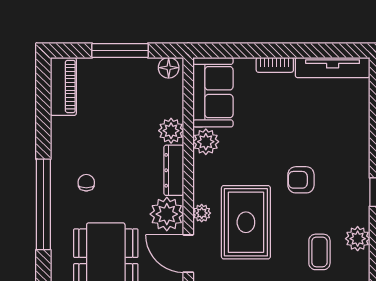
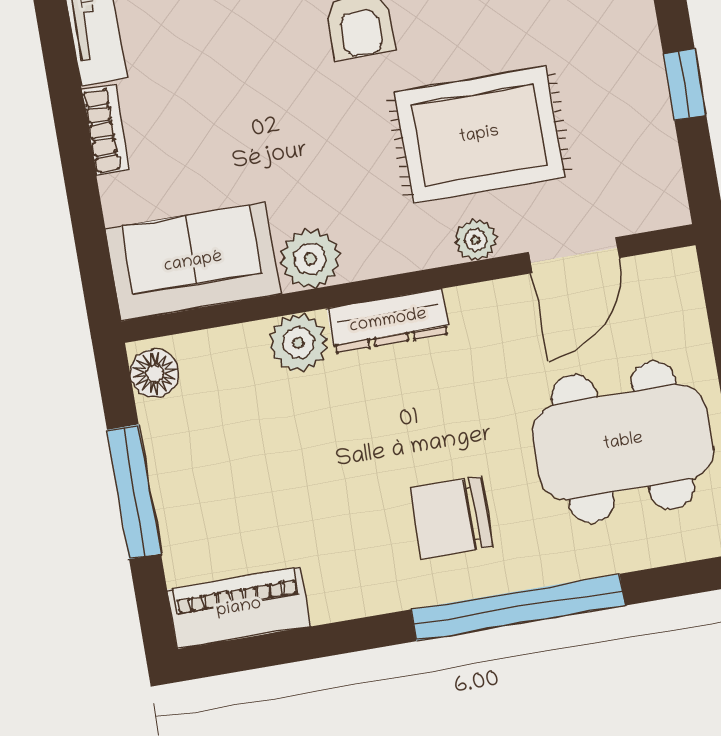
chair: (86, 183) -> (451, 517), width x1.87, depth x1.87
plant: (167, 214) -> (492, 320), removed

